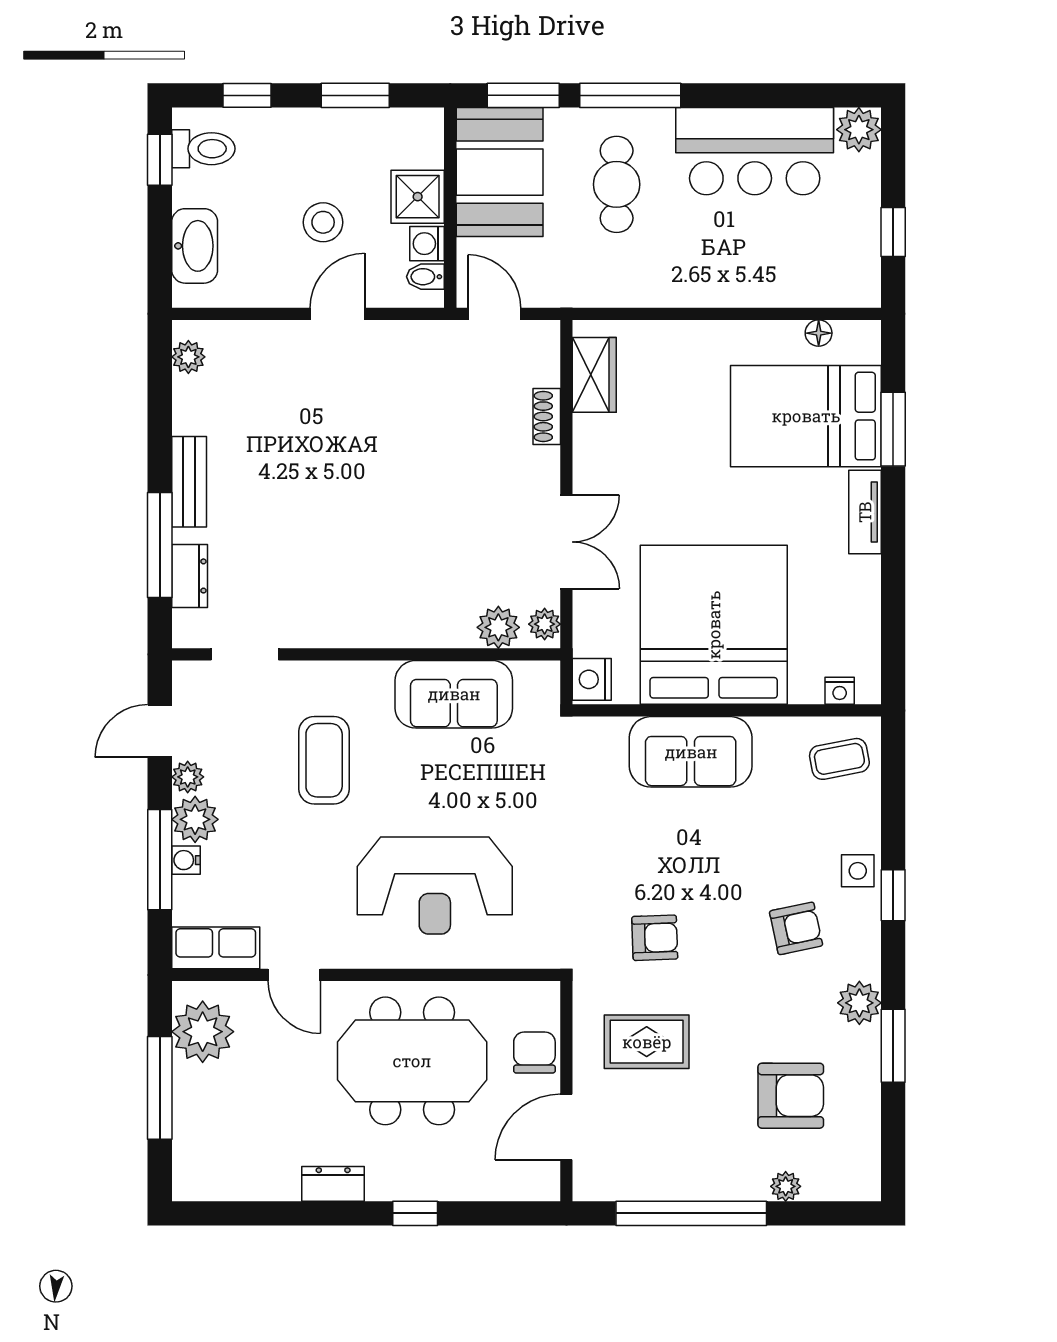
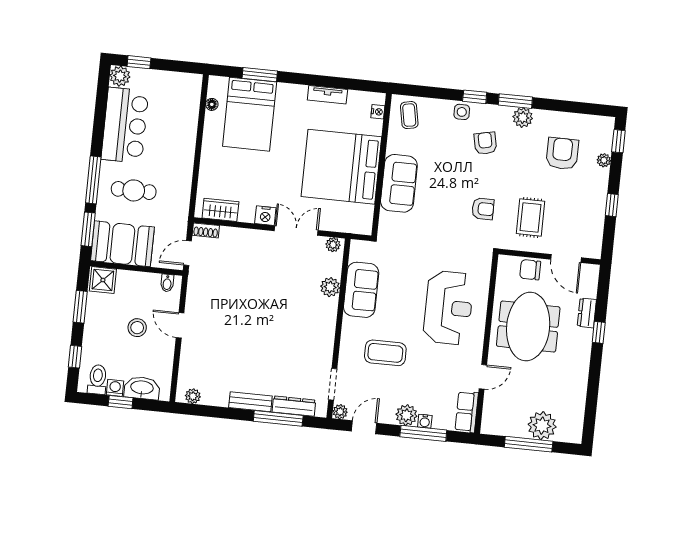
window: (160, 160) -> (121, 402), moved
shower: (418, 197) -> (103, 280), moved
window: (893, 232) -> (139, 62), moved
washing machine: (427, 244) -> (115, 388), moved, turned 180
shoe rack: (547, 416) -> (206, 230), moved
tv unit: (865, 512) -> (327, 95), moved
dresser: (190, 576) -> (294, 406), width x1.44
plant: (498, 627) -> (330, 287), moved
nightstand: (592, 679) -> (265, 216), moved
door: (160, 731) -> (364, 427), swing flipped
plant: (188, 777) -> (340, 412), moved
armchair: (655, 938) -> (483, 209), turned 92
plant: (203, 1032) -> (542, 426), moved
window: (893, 1046) -> (515, 101), moved
dresser: (333, 1184) -> (587, 313), moved
window: (691, 1213) -> (612, 205), width x0.32
window: (830, 1213) -> (618, 141), added

